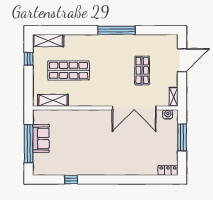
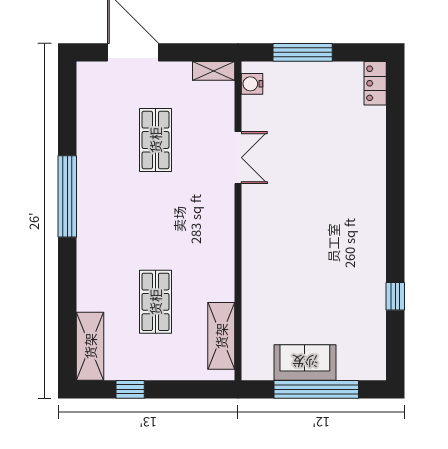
shop shelf: (68, 70) -> (155, 302), width x0.70, depth x0.74
shop shelf: (142, 70) -> (155, 140), turned 90
double door: (134, 108) -> (238, 158), width x0.54

